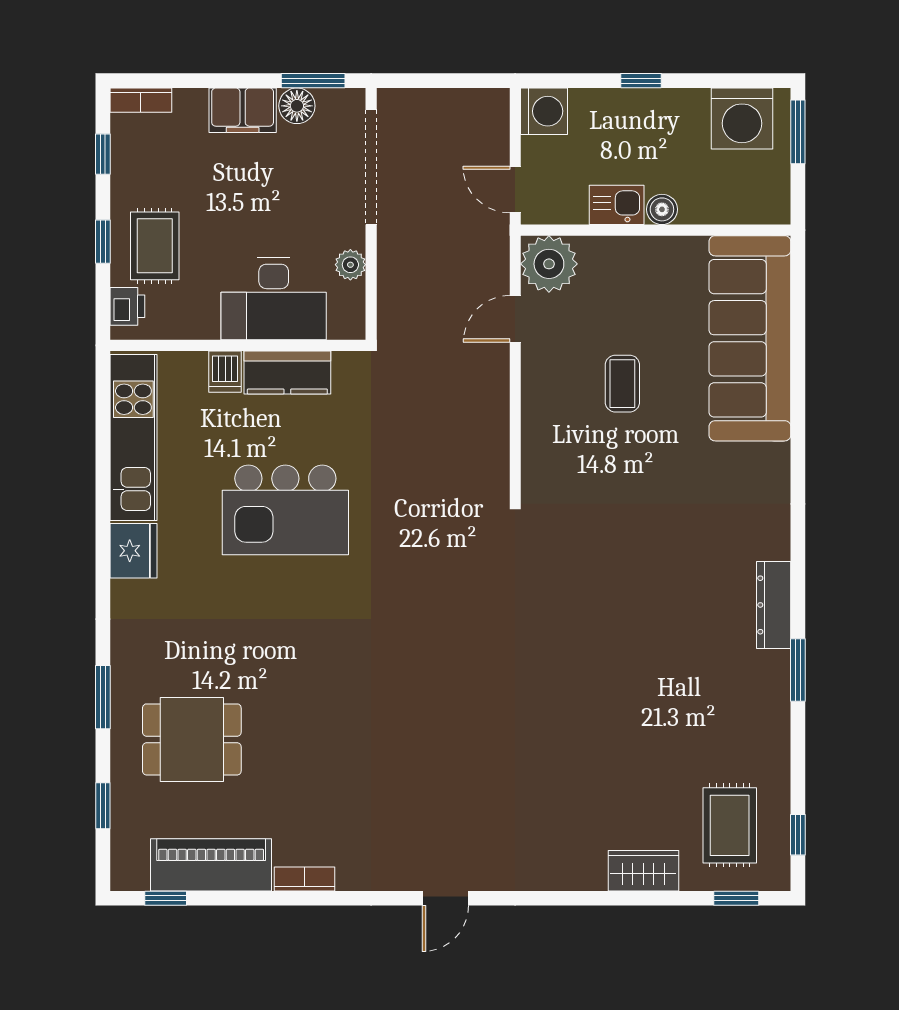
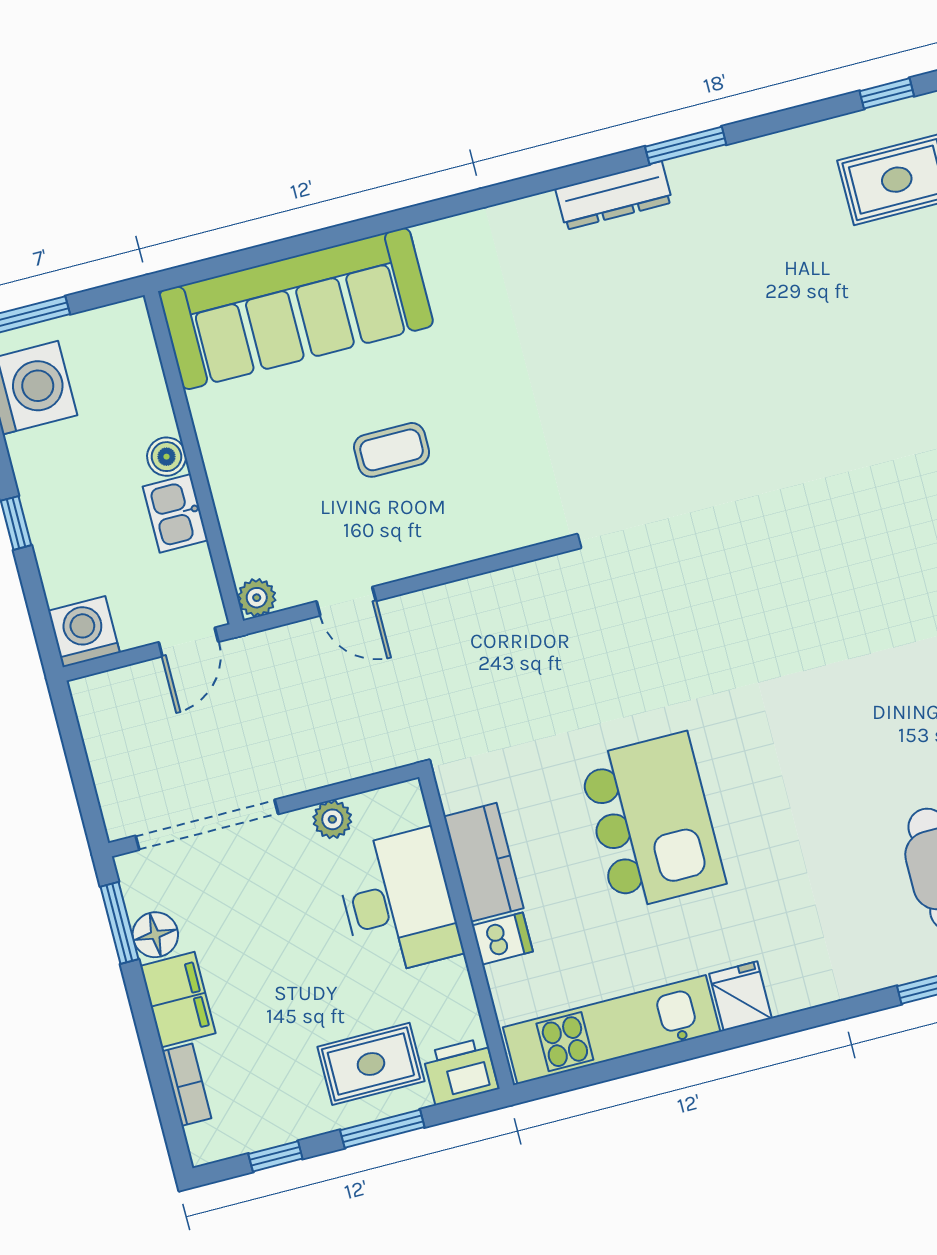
bookcase: (141, 100) -> (187, 1085), moved
window: (103, 242) -> (382, 1129), width x1.50
plant: (549, 264) -> (257, 598), width x0.53, depth x0.53
printer: (127, 306) -> (461, 1071), width x1.36, depth x1.24
fridge: (133, 551) -> (741, 996), width x0.72

